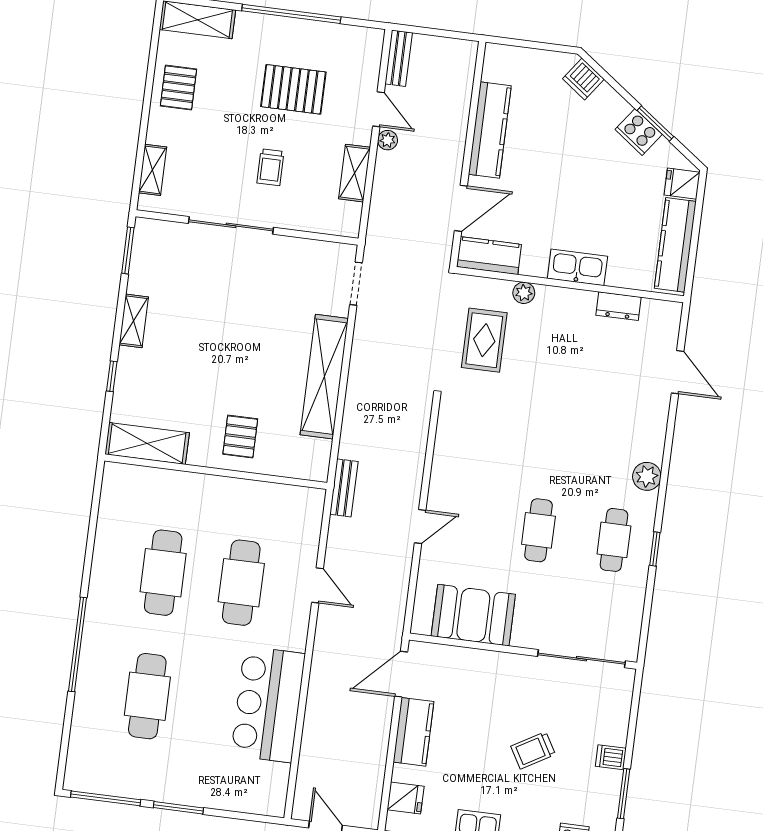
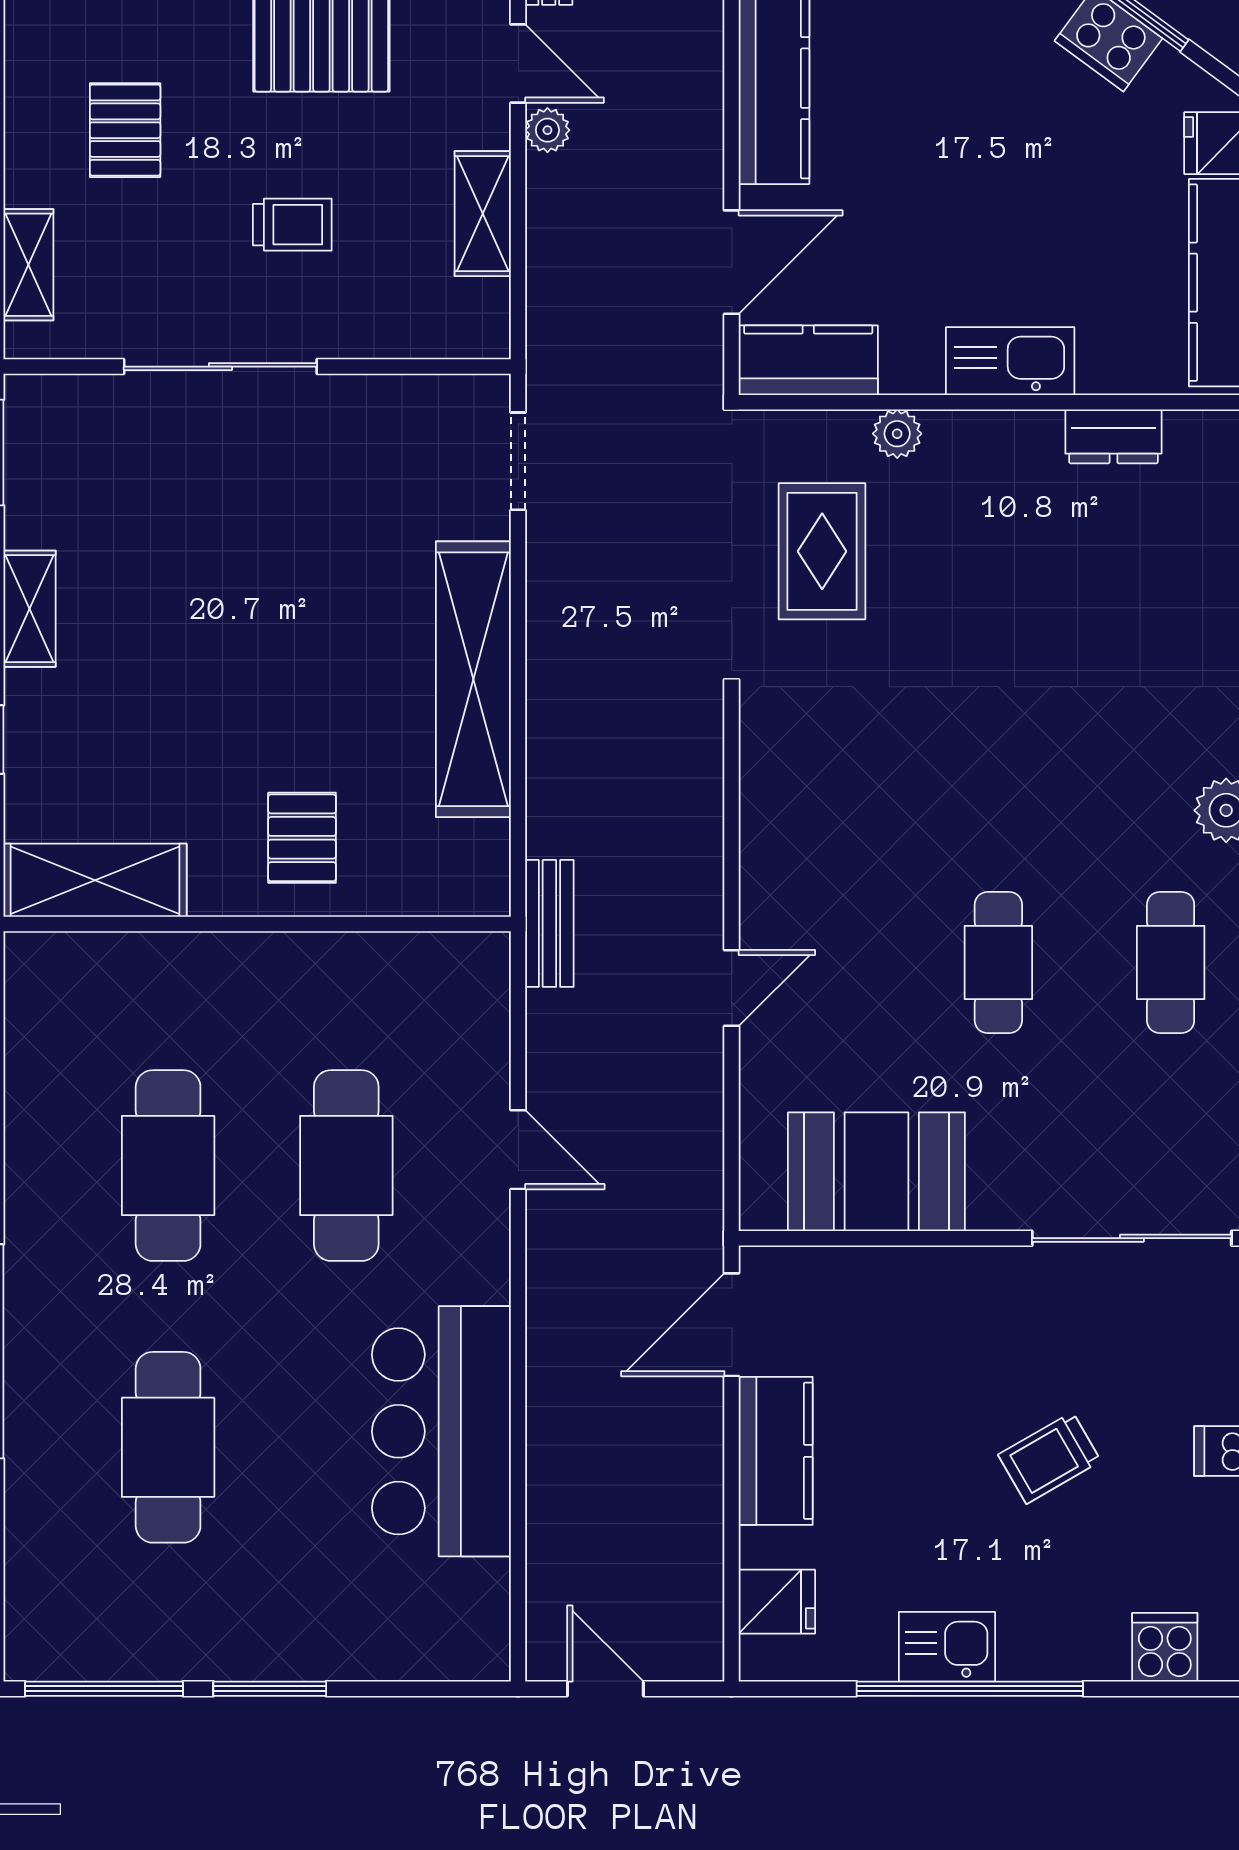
pallet: (178, 88) -> (125, 130), moved
trolley: (270, 167) -> (292, 225), turned -90

